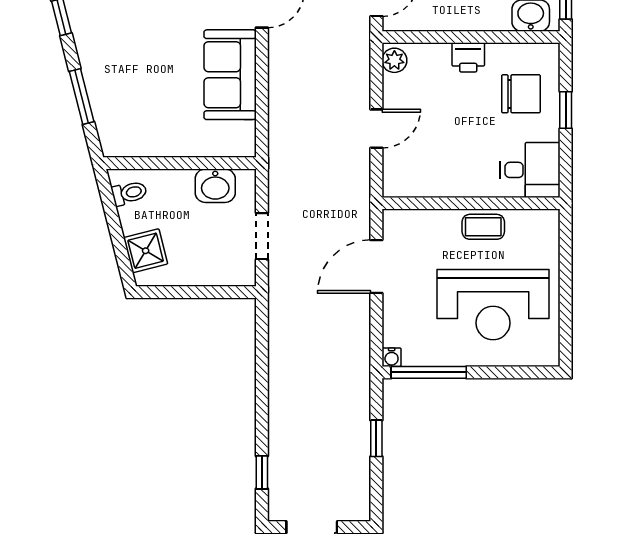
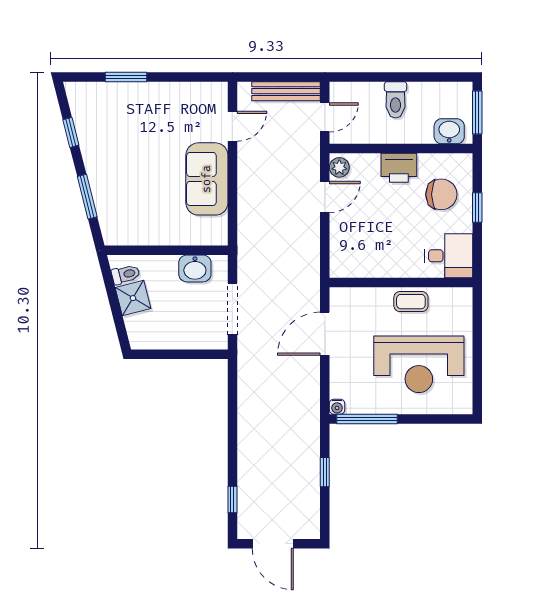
printer: (468, 57) -> (399, 168), width x1.36, depth x1.24
door: (376, 129) -> (325, 197), moved
doorway: (262, 236) -> (232, 309), width x1.38
shower: (146, 251) -> (133, 298), moved

